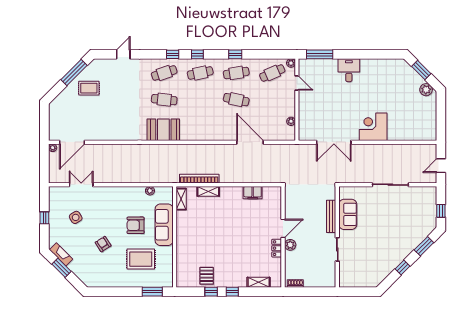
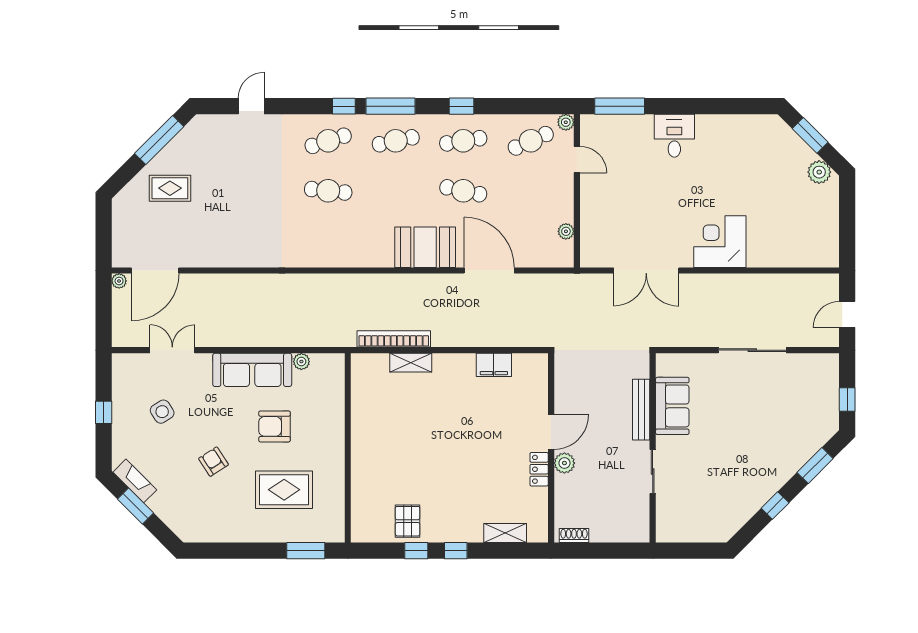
window: (197, 54) -> (390, 106), width x2.17
rug: (89, 88) -> (170, 188), moved
booth: (163, 130) -> (425, 247), moved
shelving: (181, 199) -> (360, 377), removed
sofa: (164, 225) -> (252, 370), moved, turned -90

